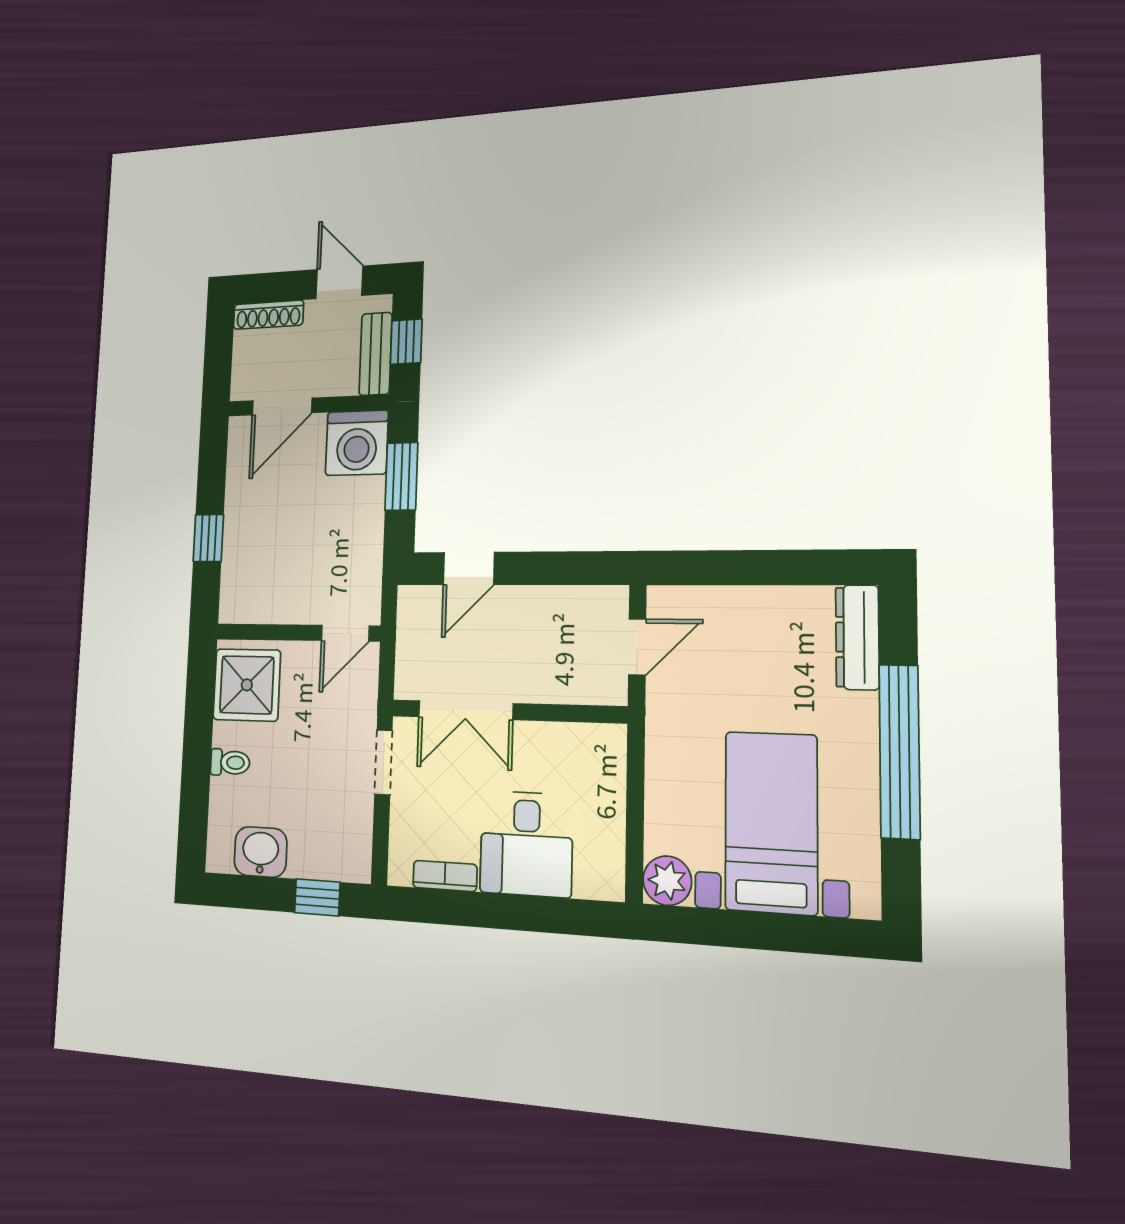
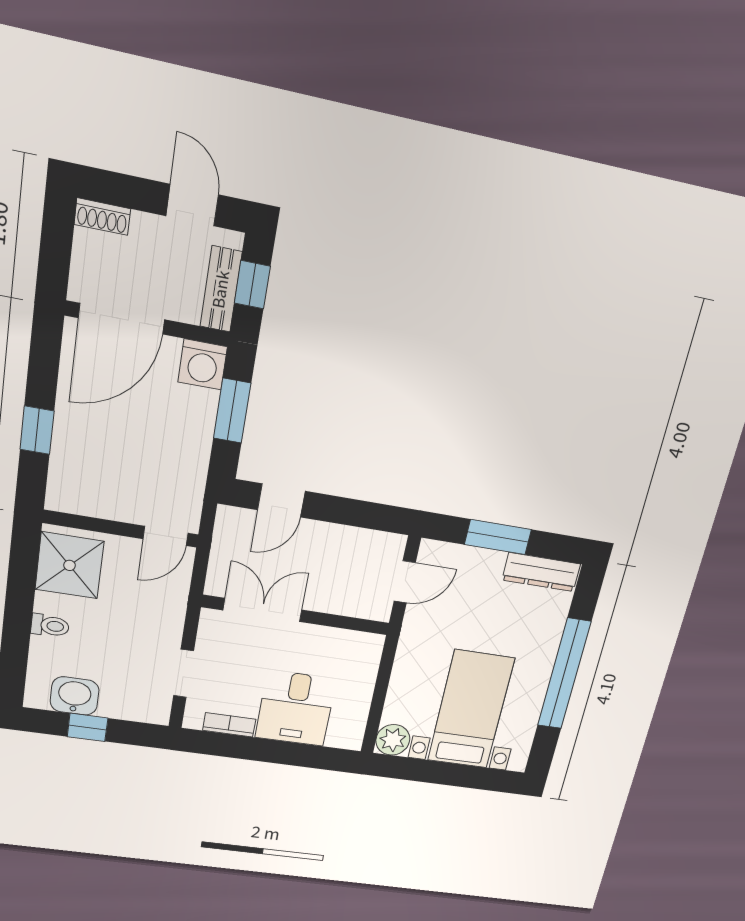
shoe rack: (268, 315) -> (102, 217), width x0.70
door: (282, 407) -> (122, 319), width x1.36
washing machine: (357, 443) -> (203, 364), width x0.73, depth x0.73
window: (748, 568) -> (498, 537), added
dresser: (857, 637) -> (541, 572), moved, turned -90
double door: (466, 710) -> (262, 610), swing flipped
doorway: (383, 762) -> (183, 673), moved
window: (317, 897) -> (88, 727), moved

